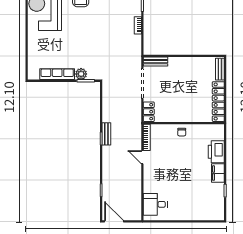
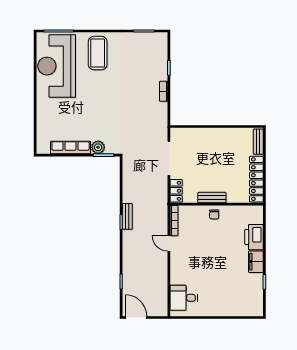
bench: (156, 62) -> (212, 198), moved

